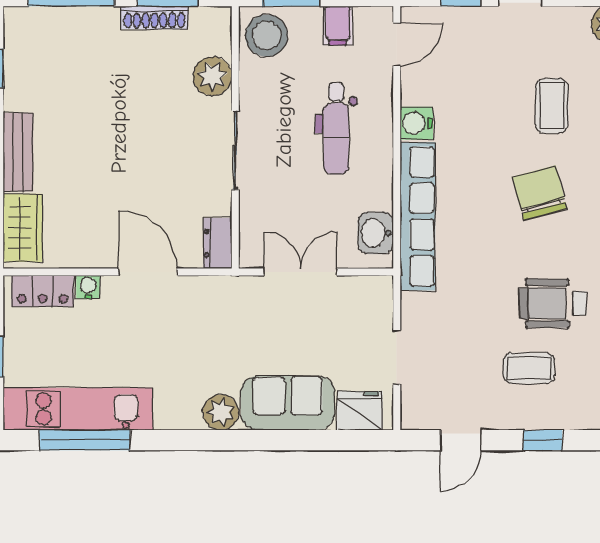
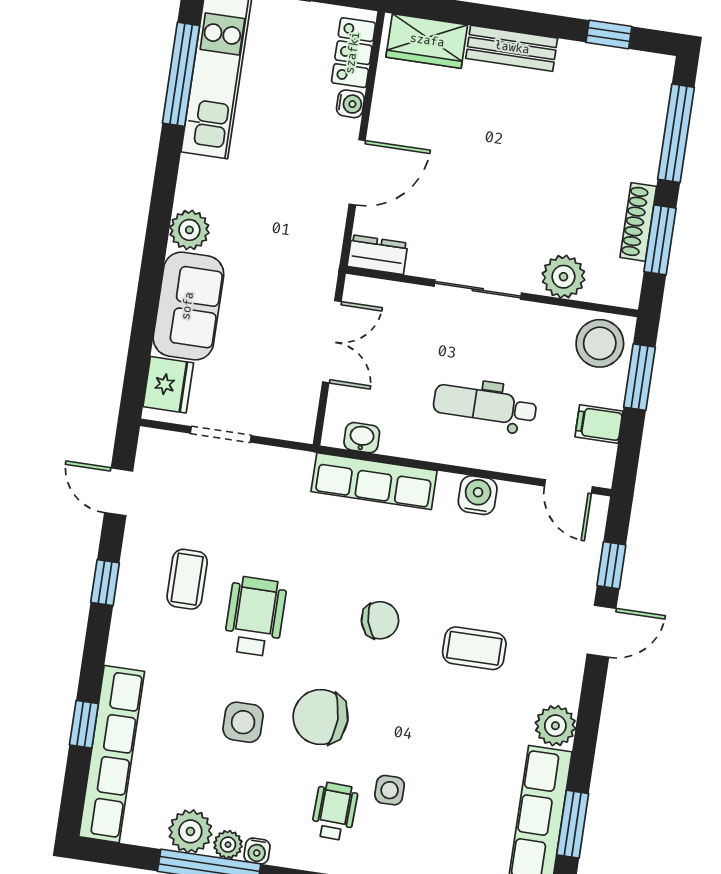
chair: (540, 193) -> (380, 620), width x0.73, depth x0.73
row of seats: (418, 216) -> (374, 481), width x0.73
washbasin: (376, 233) -> (362, 438), width x0.72, depth x0.69

